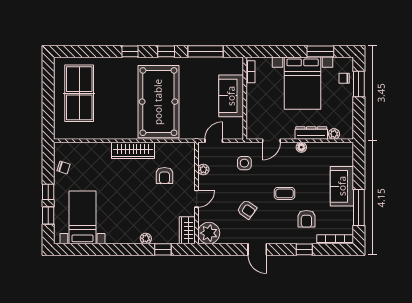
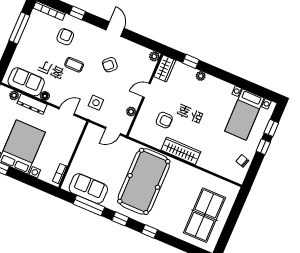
sofa: (231, 96) -> (88, 189), moved, turned -90
armchair: (164, 175) -> (164, 120), turned 90
sofa: (342, 186) -> (26, 82), moved, turned -90
armchair: (247, 209) -> (110, 65), turned -78
plant: (209, 233) -> (154, 56), width x0.53, depth x0.53

